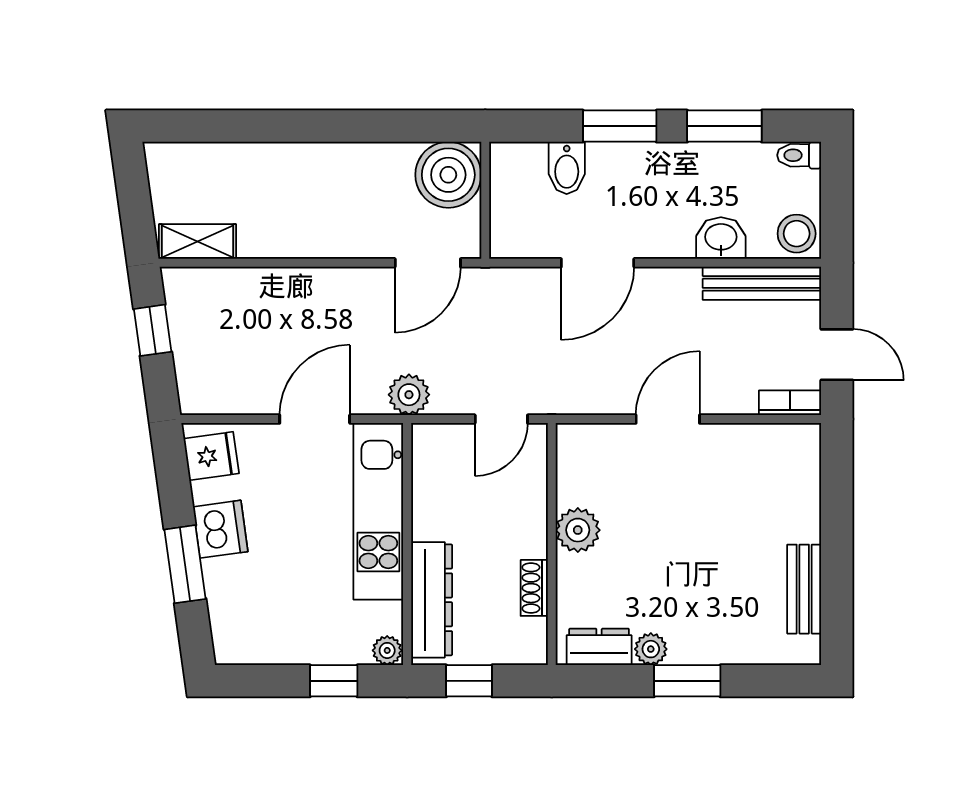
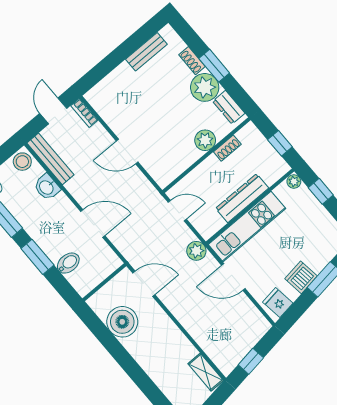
boiler: (448, 175) -> (122, 322), moved
plant: (578, 530) -> (205, 140), moved
dresser: (432, 600) -> (242, 198), moved
plant: (651, 649) -> (205, 87), width x1.88, depth x1.88
shoe rack: (726, 651) -> (192, 61), added

